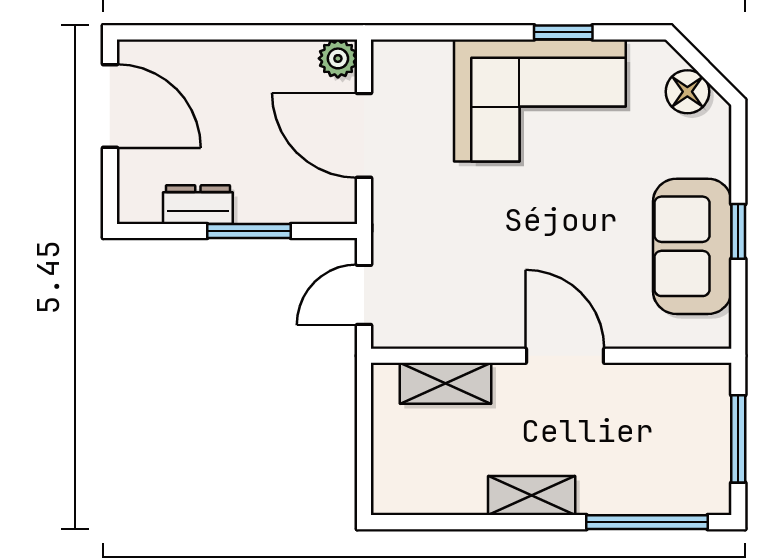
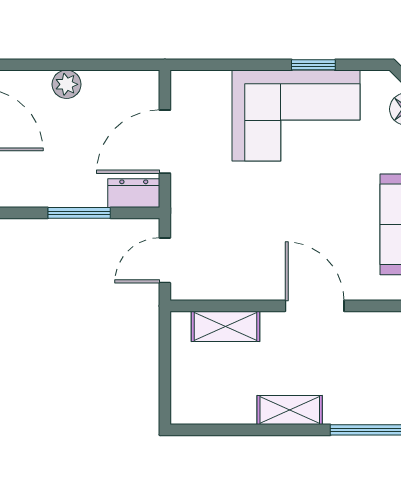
plant: (338, 58) -> (67, 84), moved
door: (364, 135) -> (165, 142), hinge flipped
dresser: (198, 205) -> (134, 193), moved

